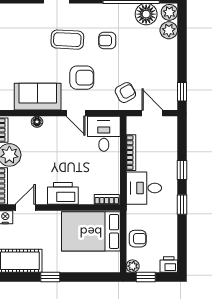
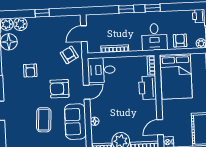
coffee table: (67, 40) -> (44, 120), moved
armchair: (82, 78) -> (59, 89), turned -90
window: (182, 92) -> (42, 13), moved
desk: (144, 188) -> (154, 37), moved
printer: (63, 193) -> (148, 88), moved
door: (25, 207) -> (160, 127), hinge flipped

